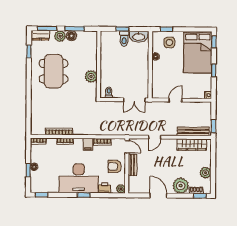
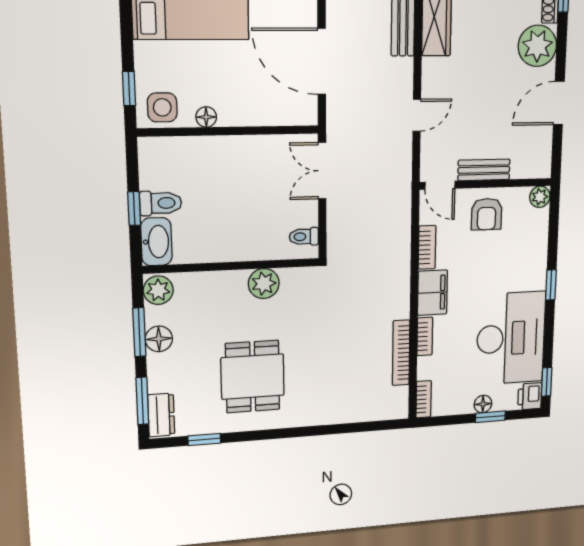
plant: (60, 36) -> (158, 290), moved
washbasin: (139, 37) -> (156, 242), moved
side table: (169, 42) -> (162, 107), moved
dining table: (54, 71) -> (253, 377), width x0.73
double door: (134, 100) -> (322, 171), swing flipped
door: (175, 100) -> (322, 61), width x1.88
door: (155, 137) -> (417, 115), hinge flipped
filing cabinet: (88, 144) -> (432, 293), width x2.00
door: (127, 147) -> (440, 185), swing flipped
desk: (79, 178) -> (511, 338), moved
printer: (105, 188) -> (530, 396), moved

